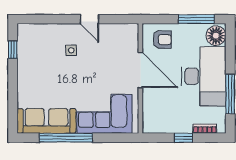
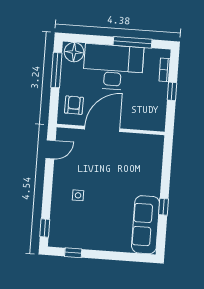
window: (36, 19) -> (45, 228), added
door: (89, 19) -> (51, 149), moved
corner sofa: (104, 114) -> (143, 167), removed
window: (66, 138) -> (163, 207), width x0.32

